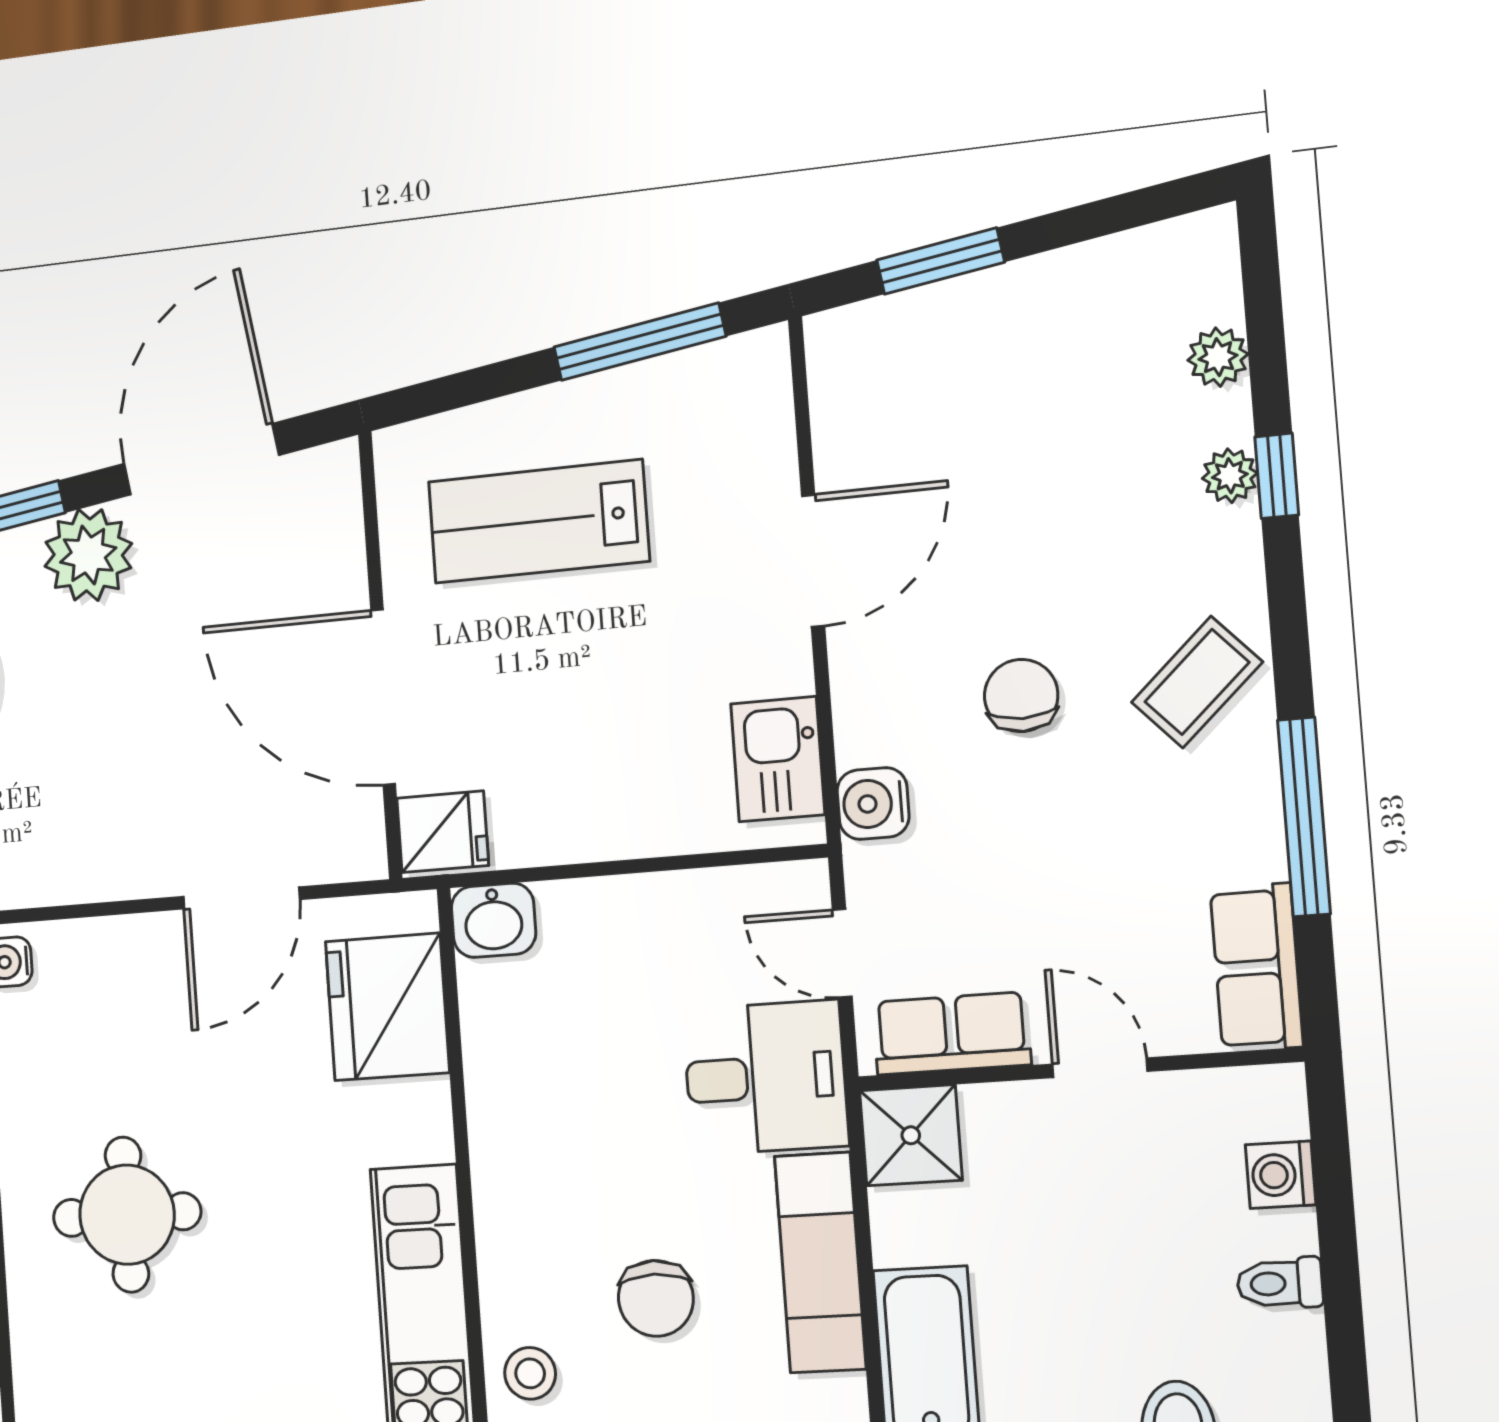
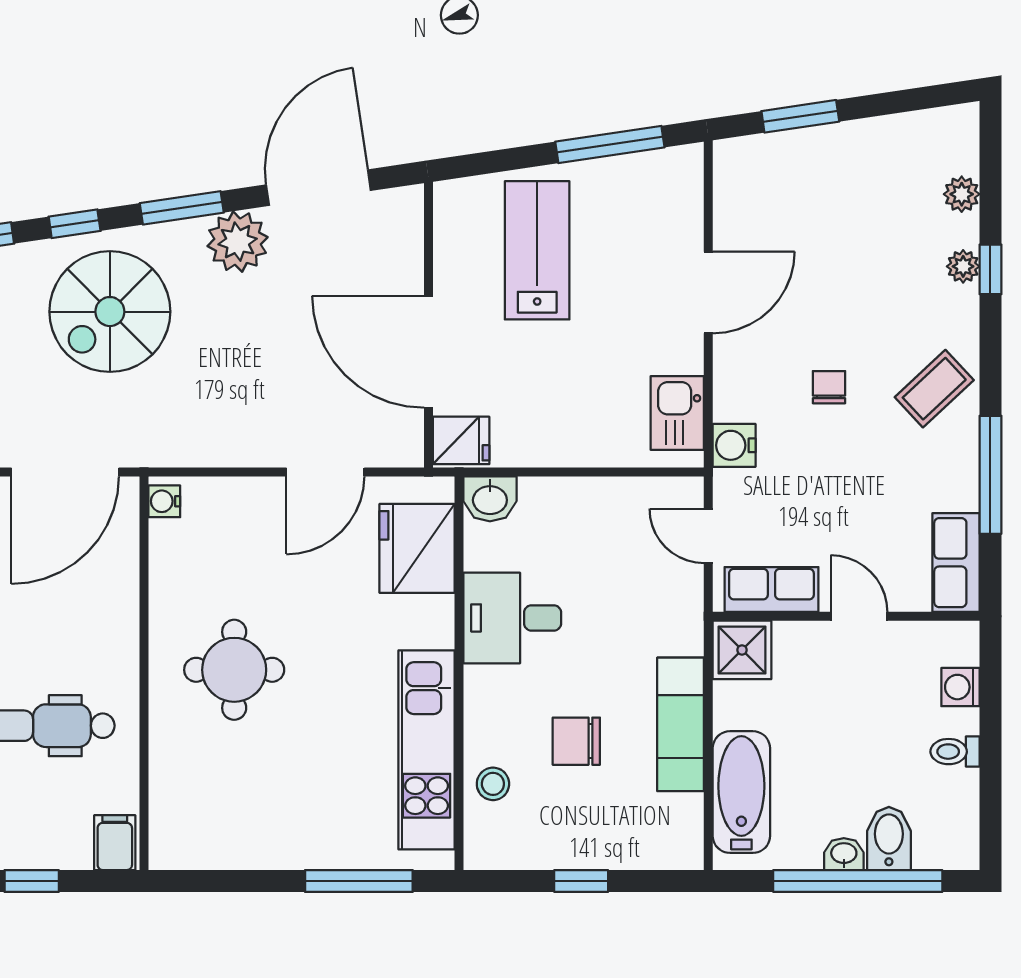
lab bench: (539, 521) -> (537, 250), turned 90
chair: (1021, 695) -> (829, 387), width x0.73, depth x0.73
desk: (765, 1078) -> (512, 618), moved, turned 180
chair: (656, 1298) -> (576, 741), turned 90

